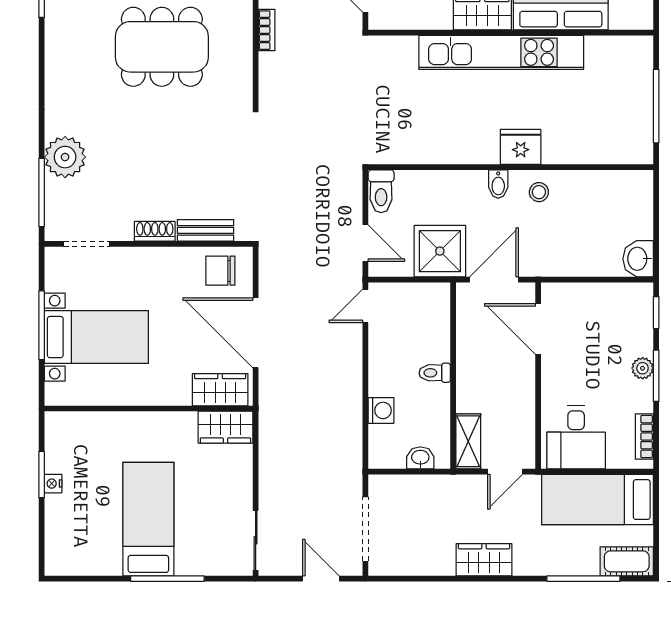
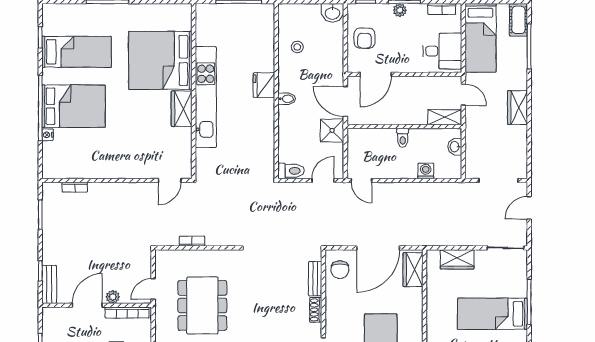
stool: (539, 192) -> (297, 47), moved
shower: (440, 251) -> (332, 130), width x0.73, depth x0.73
armchair: (597, 311) -> (364, 38), added
wardrobe: (225, 427) -> (457, 259), moved, turned 90

